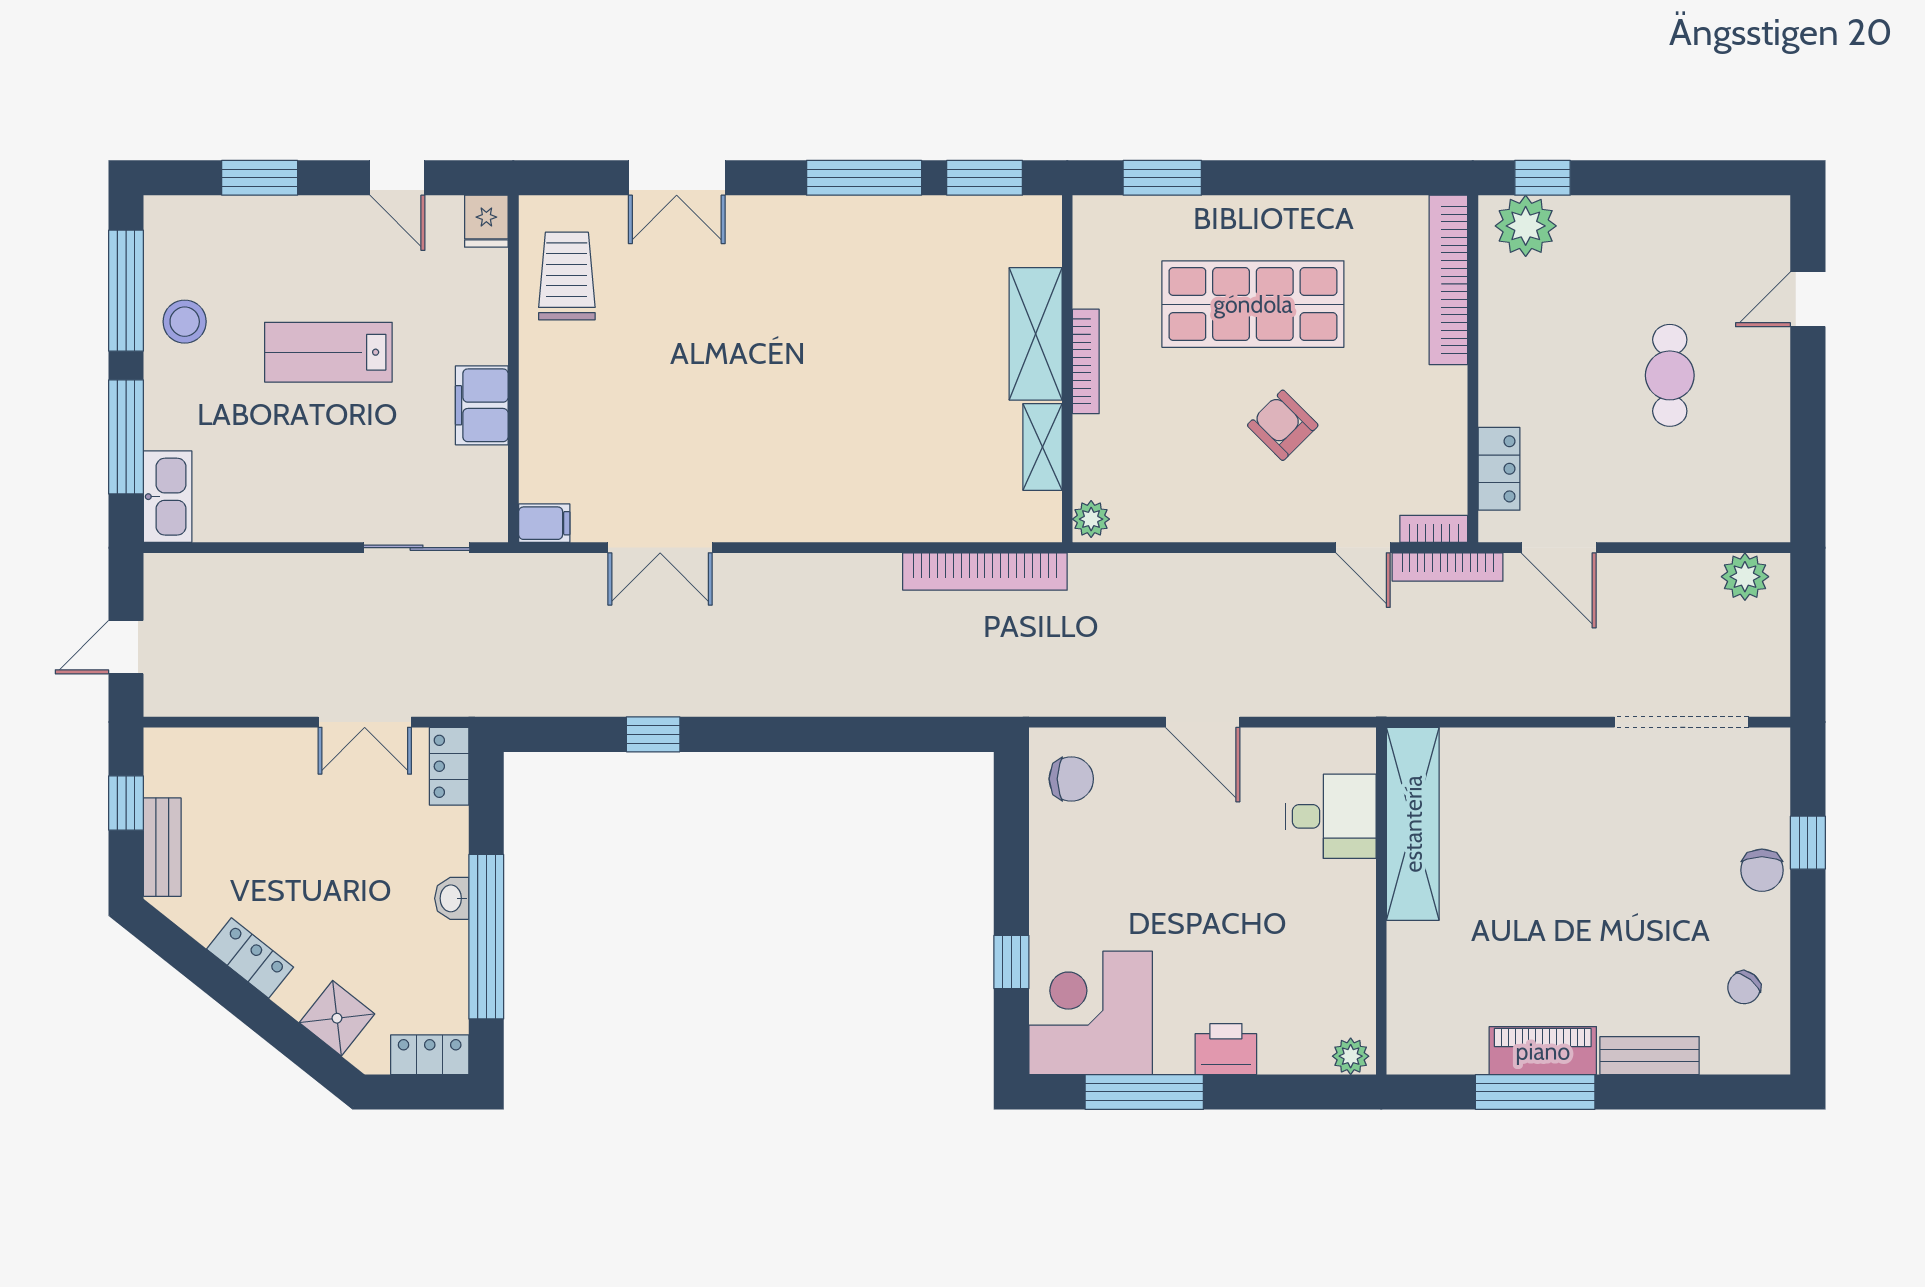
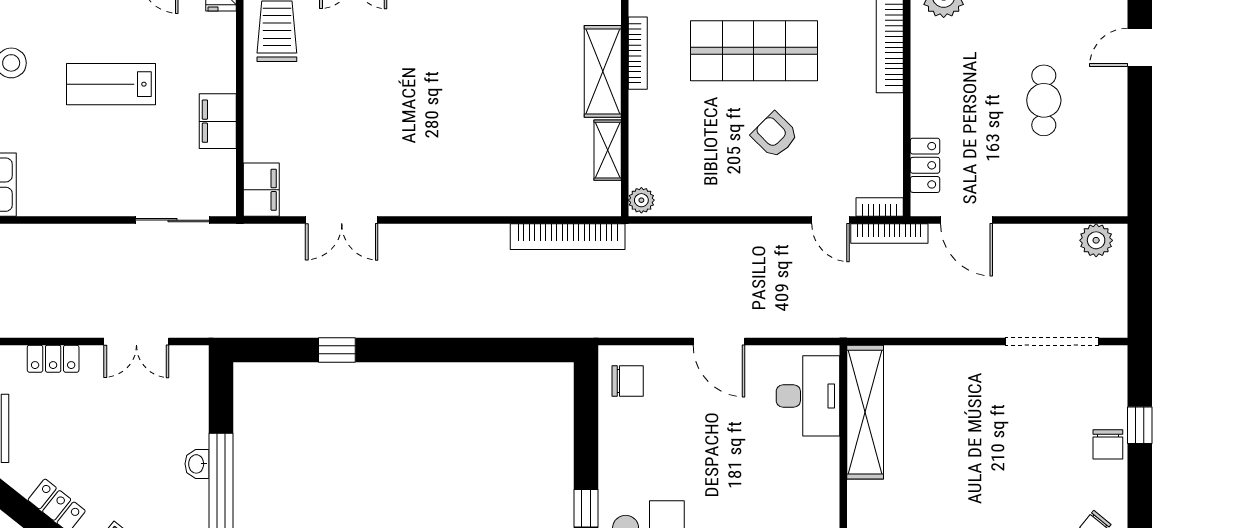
bookcase: (1086, 361) -> (638, 53), moved
filing cabinet: (544, 523) -> (261, 190), width x2.00
locker: (449, 766) -> (53, 359), moved, turned -90
desk: (1331, 816) -> (808, 396), width x1.37

